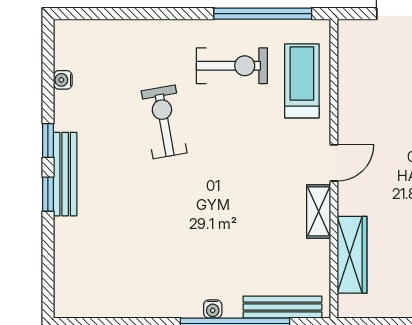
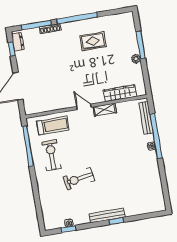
treadmill: (302, 81) -> (53, 126), turned 180
window: (48, 140) -> (68, 229), moved

